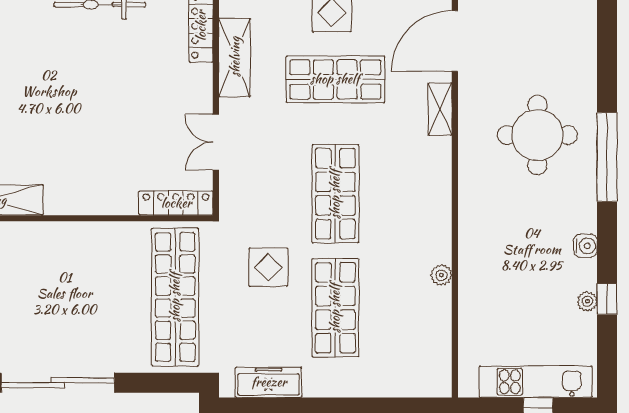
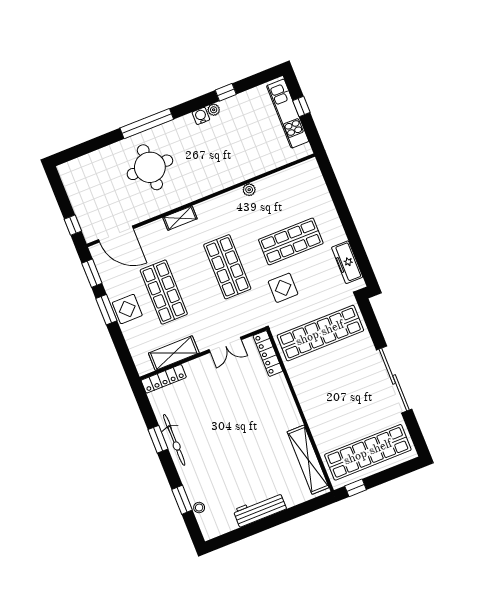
shelving: (440, 109) -> (180, 218), moved
shop shelf: (335, 194) -> (227, 267), turned 90
plant: (587, 301) -> (214, 110), moved

